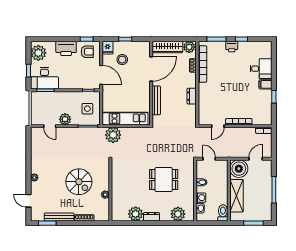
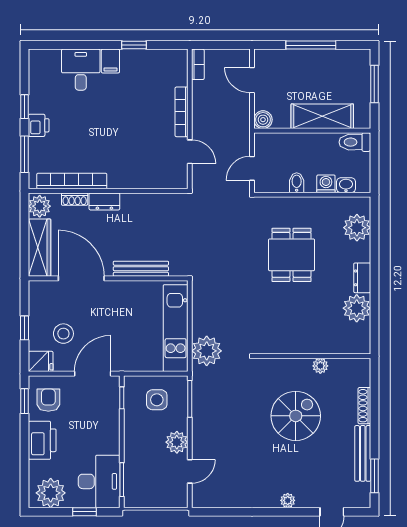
dresser: (192, 96) -> (104, 201), moved
boiler: (239, 169) -> (263, 120), width x0.54, depth x0.54

